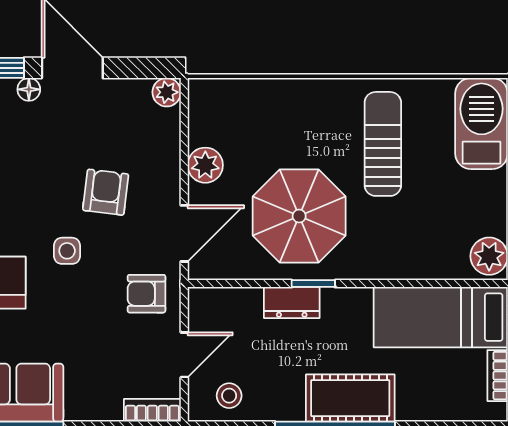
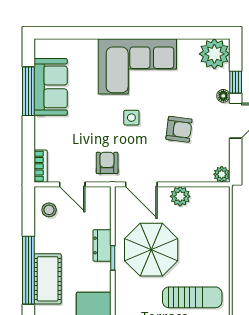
armchair: (106, 192) -> (179, 129), moved

